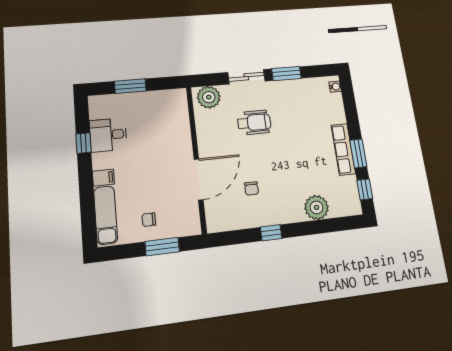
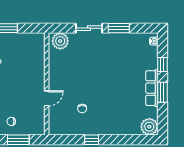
wheelchair: (254, 123) -> (90, 62), removed
door: (199, 179) -> (47, 98), width x0.53
window: (365, 189) -> (162, 64), moved
plant: (317, 207) -> (149, 127), moved

